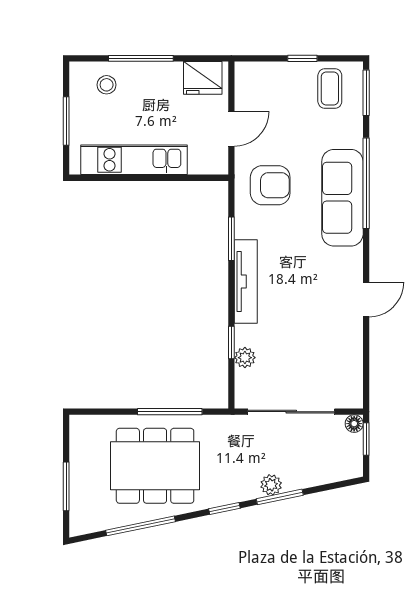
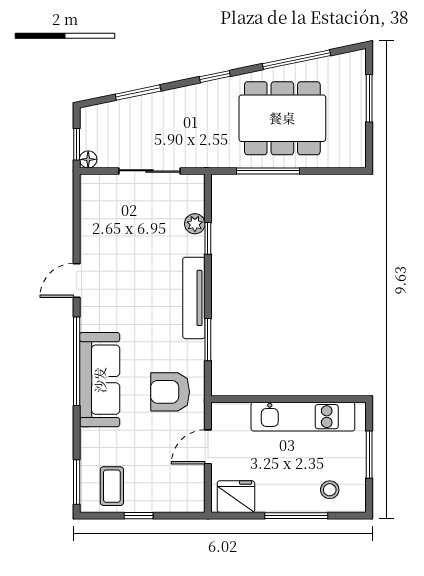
window: (366, 183) -> (77, 361), moved
sliding door: (291, 412) -> (150, 171), width x0.73
plant: (271, 485) -> (169, 100), removed
window: (280, 497) -> (138, 93), moved

